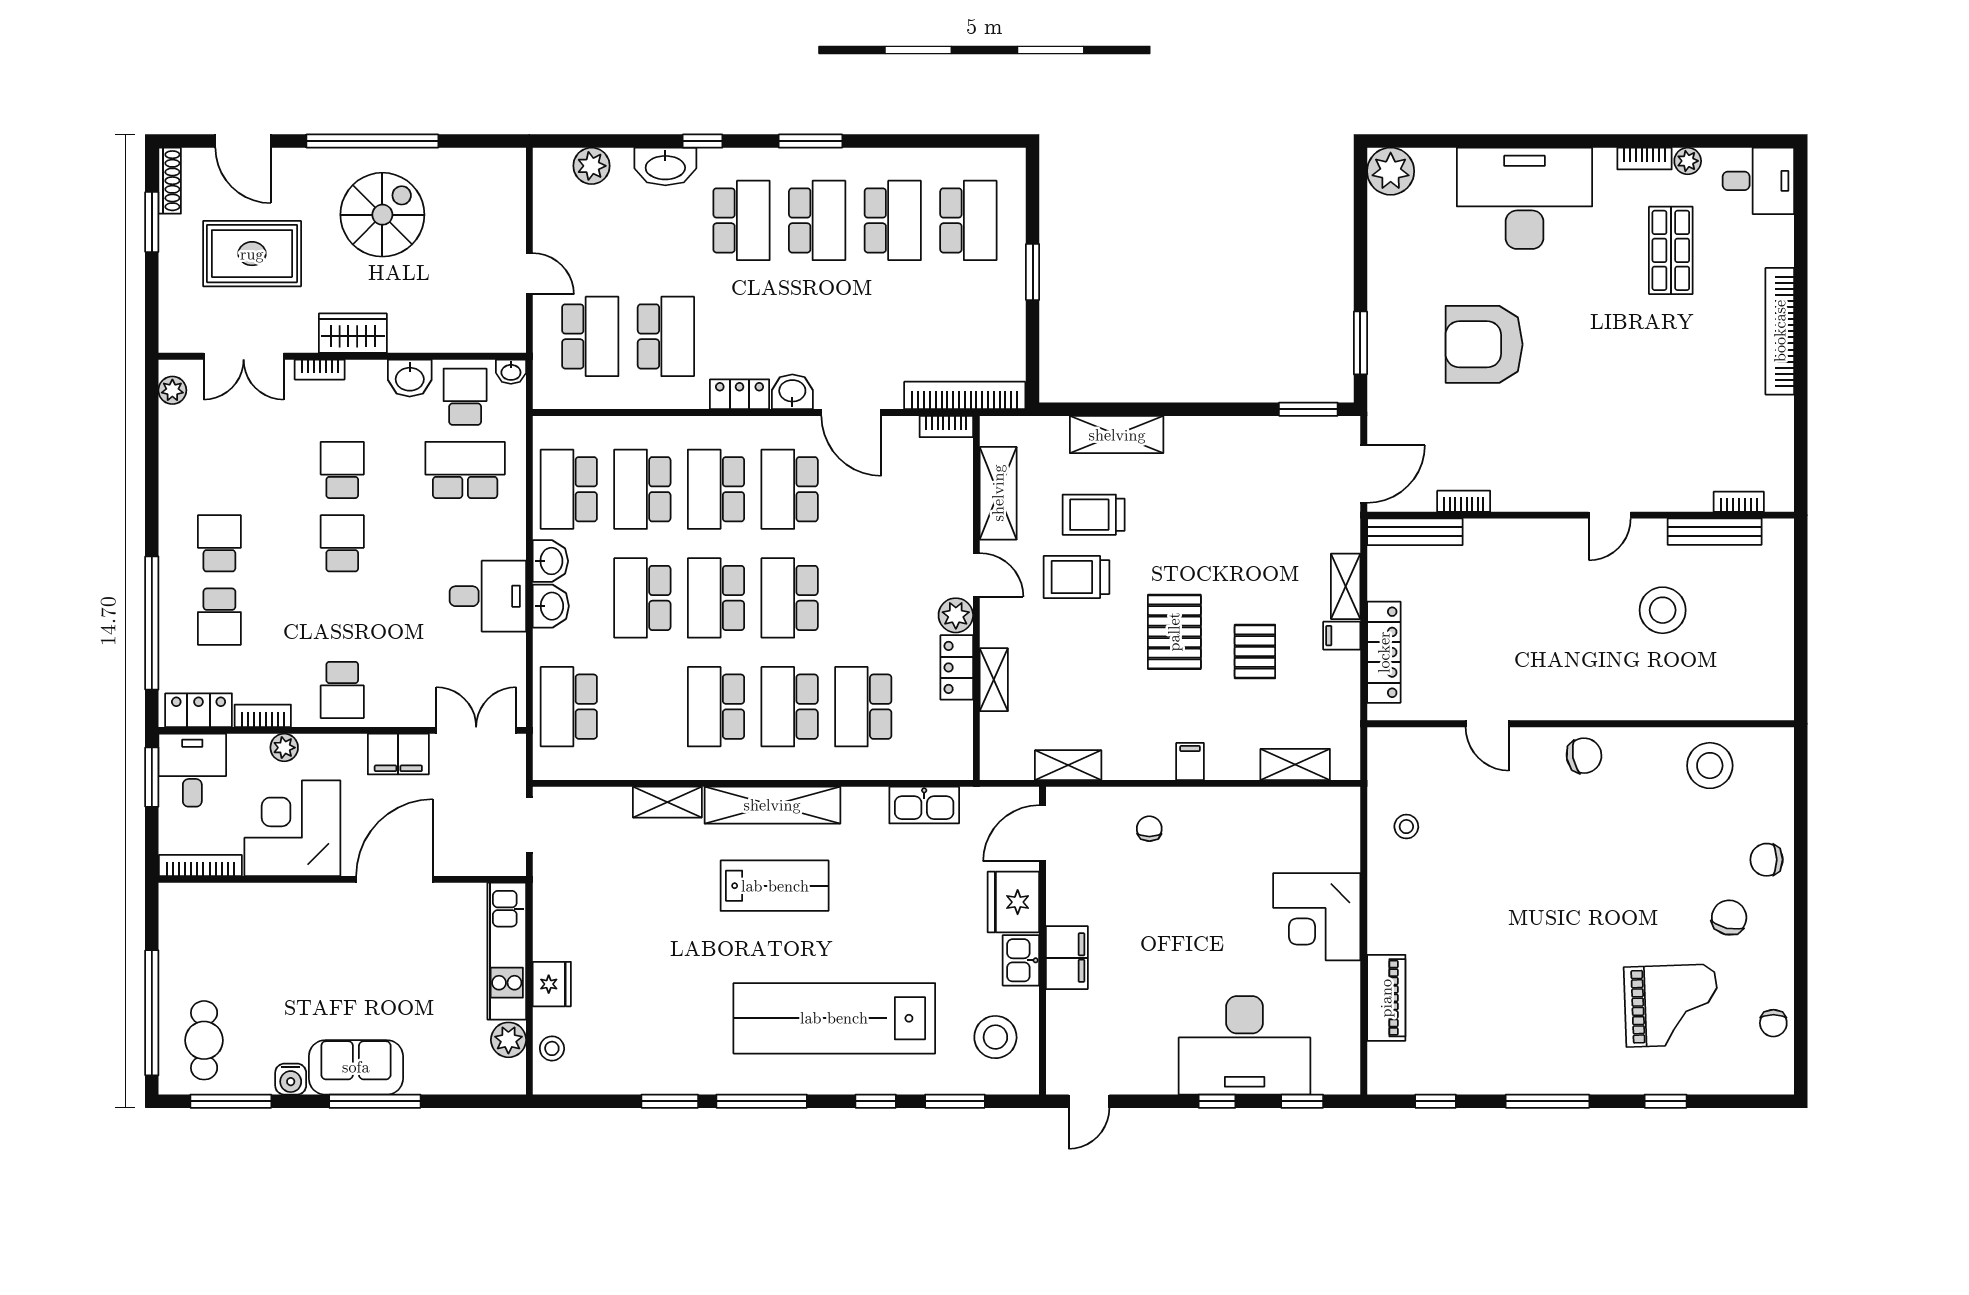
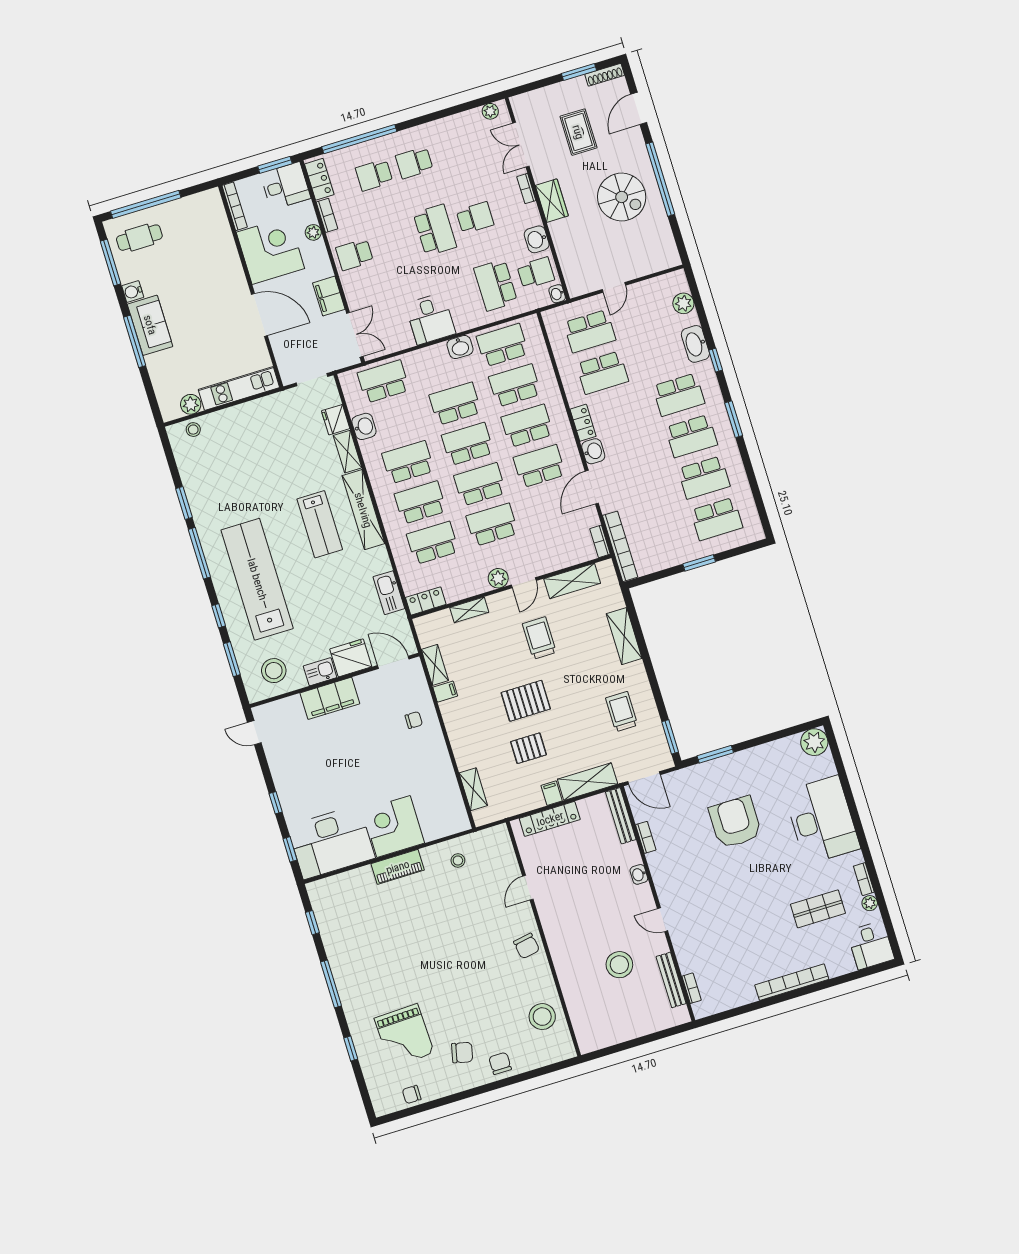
rug: (252, 254) -> (578, 132), width x0.73, depth x0.70
school desk: (465, 470) -> (496, 285), turned 180
trolley: (1094, 515) -> (622, 712), moved
washbasin: (1522, 532) -> (639, 874), added
school desk: (219, 543) -> (414, 163), turned 180
school desk: (342, 543) -> (435, 230), width x1.85
shelving: (1346, 586) -> (588, 782), width x1.50, depth x1.33
school desk: (863, 598) -> (492, 525), added
washbasin: (551, 606) -> (364, 426), moved, turned -90
locker: (957, 667) -> (426, 601), moved
filing cabinet: (1190, 762) -> (445, 692), moved
filing cabinet: (1067, 958) -> (330, 698), width x1.50, depth x1.17
fridge: (552, 984) -> (336, 420), moved, turned 90
piano: (1386, 998) -> (398, 867), moved
desk: (1245, 1045) -> (331, 842), moved, turned -90

